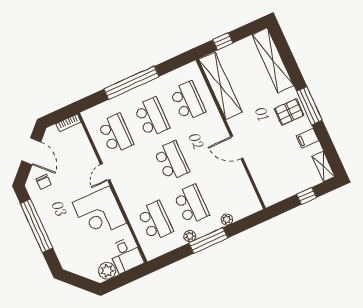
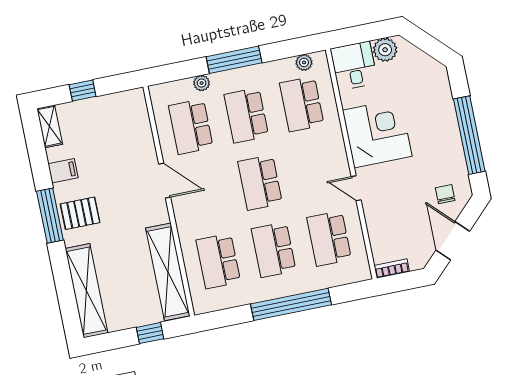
door: (105, 172) -> (356, 188), swing flipped
school desk: (227, 188) -> (191, 127), added
plant: (190, 236) -> (304, 62), moved

